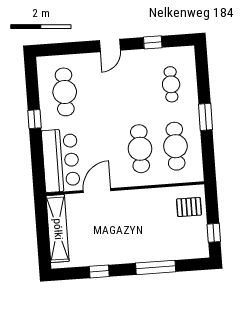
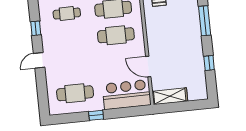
door: (110, 45) -> (39, 60), swing flipped
shelving: (58, 229) -> (170, 96), width x0.68

